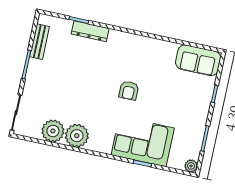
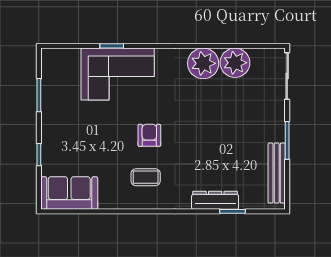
bench: (40, 42) -> (277, 173), width x1.36
coffee table: (138, 60) -> (146, 177), added
plant: (191, 166) -> (49, 56), removed

